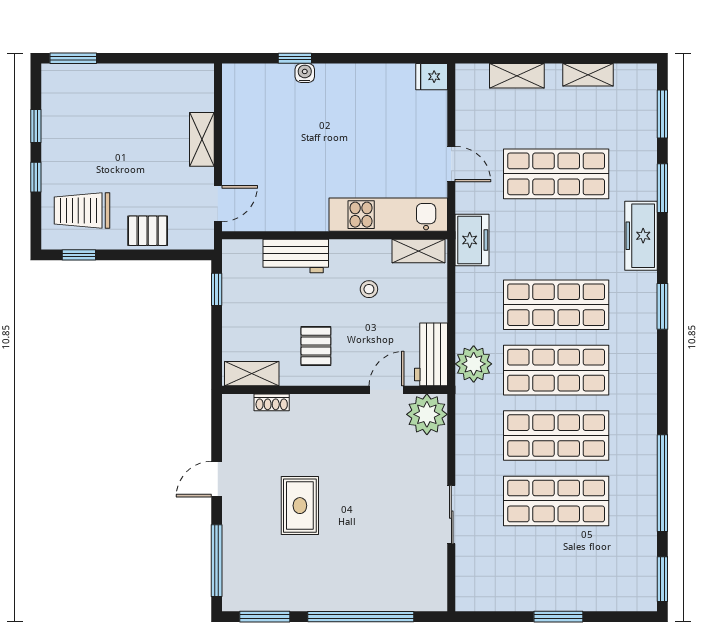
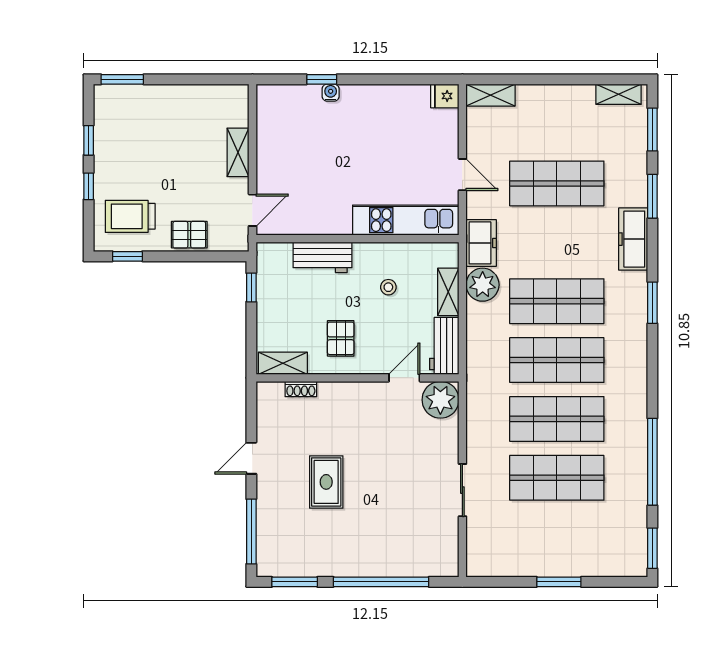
shelving: (588, 75) -> (619, 94), moved
shelving: (517, 76) -> (491, 95), moved
shelving: (419, 251) -> (448, 292), moved, turned 90
plant: (474, 364) -> (483, 285), moved

